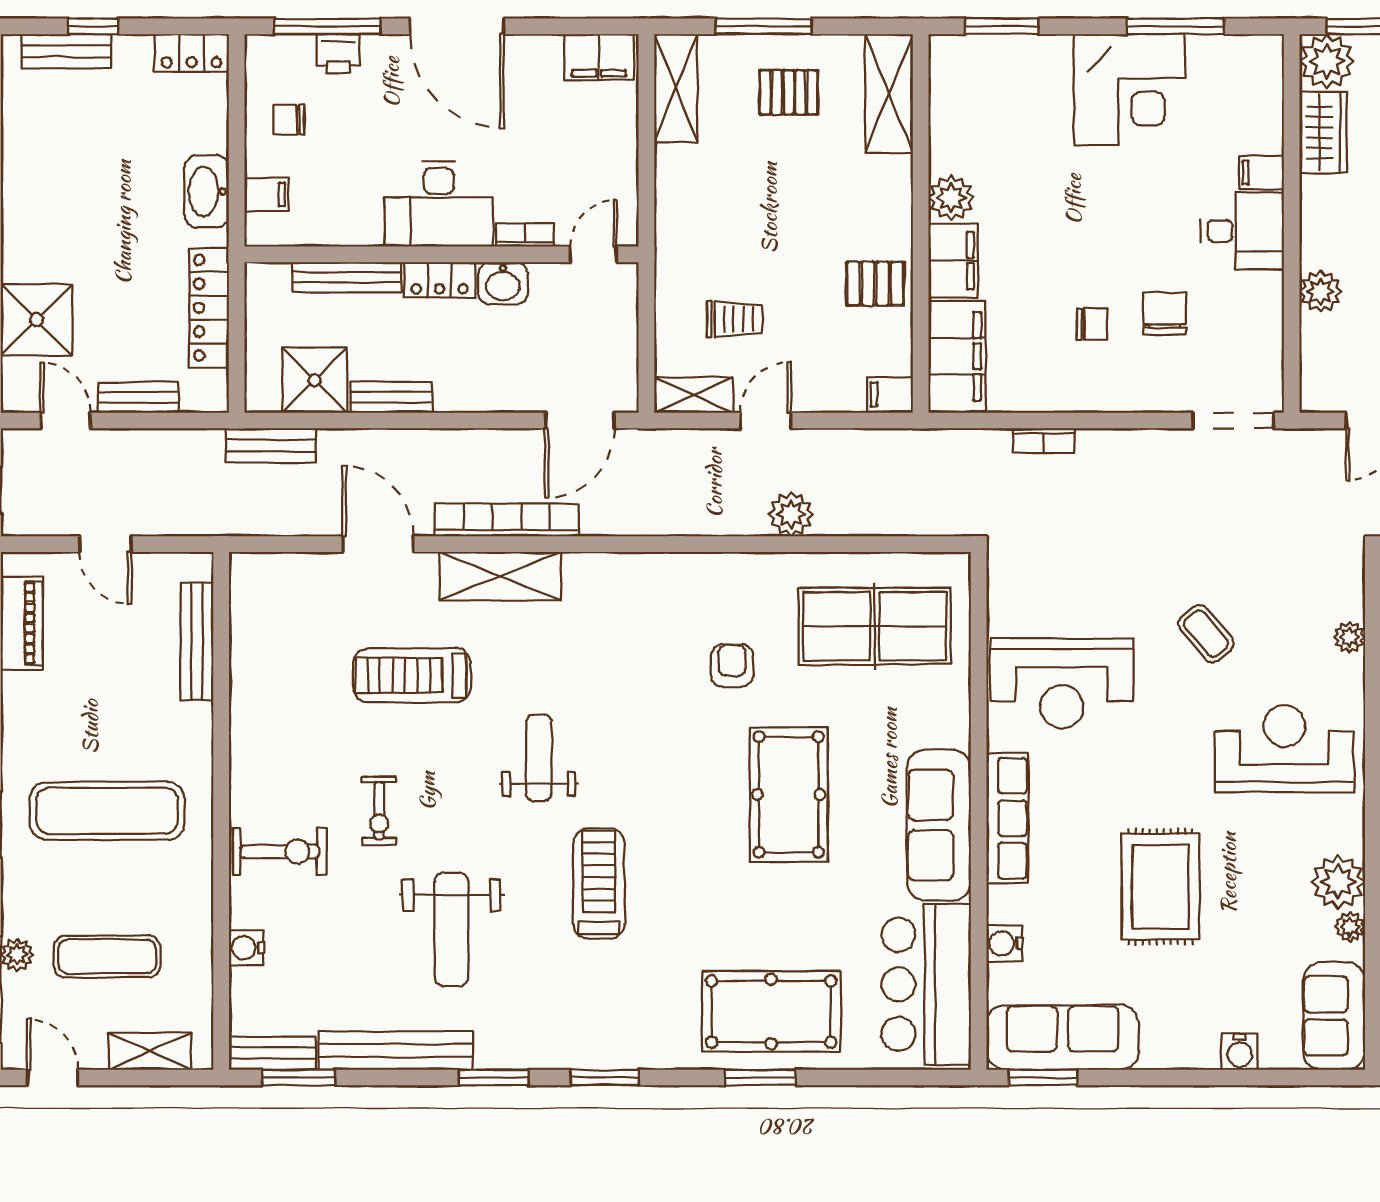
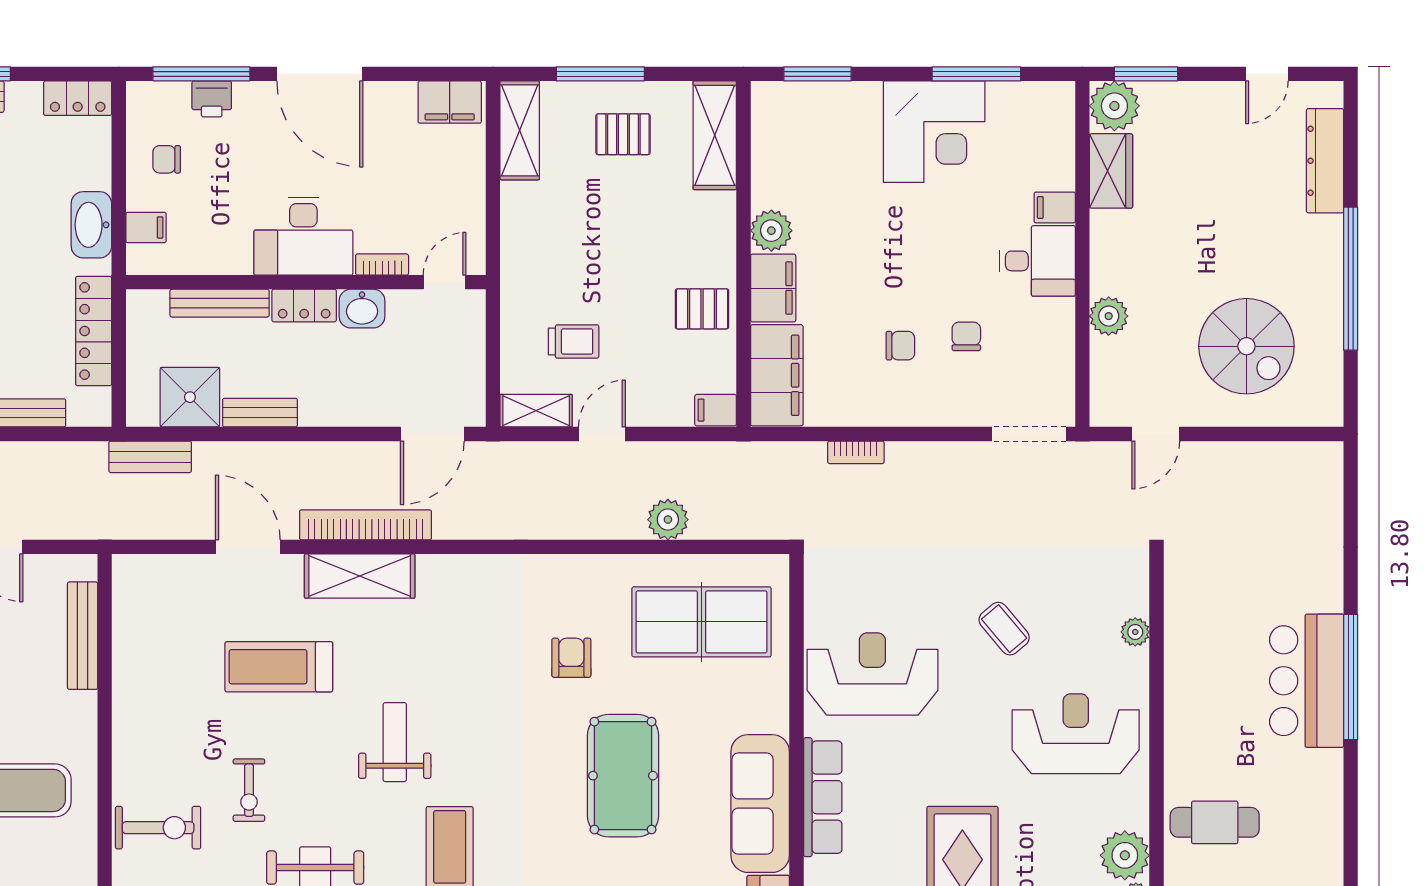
chair: (1165, 314) -> (966, 336), width x0.73, depth x0.73
plant: (791, 514) -> (668, 520), moved
reception desk: (1062, 683) -> (872, 674), turned 180

